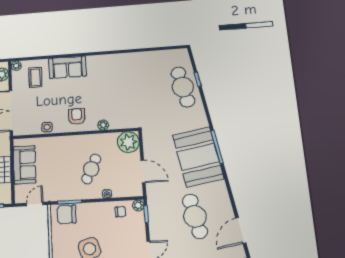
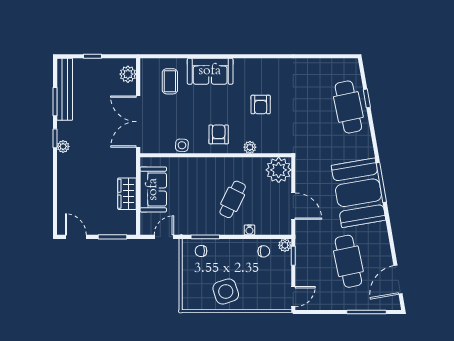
plant: (16, 66) -> (146, 64), removed
armchair: (110, 90) -> (261, 105), added
chair: (67, 214) -> (201, 251), width x0.54, depth x0.54

